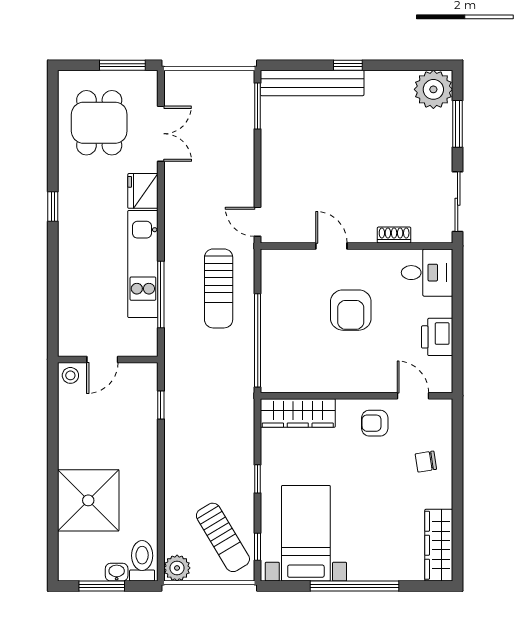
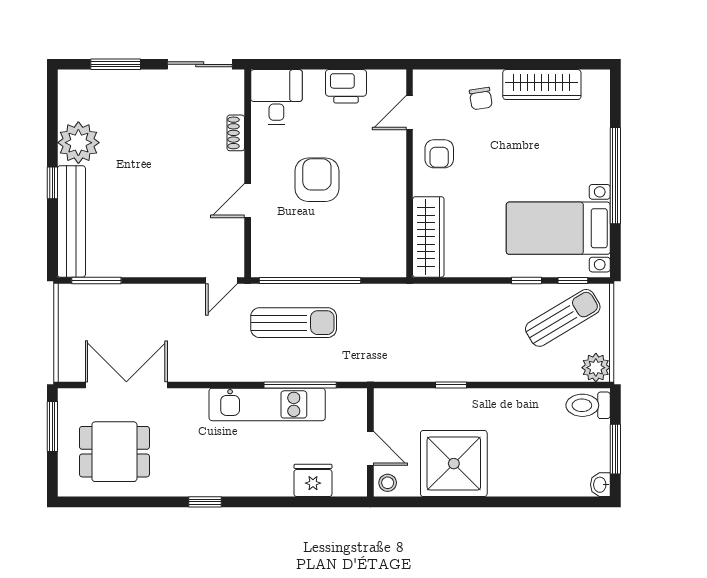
plant: (433, 89) -> (78, 143), moved
double door: (161, 134) -> (126, 385), width x1.37
fridge: (143, 191) -> (313, 480), moved, turned 180
armchair: (351, 310) -> (317, 180), turned -90
window: (258, 340) -> (310, 281), moved
window: (161, 405) -> (451, 385), moved
window: (258, 479) -> (527, 281), moved
shower: (88, 500) -> (454, 464), moved
wardrobe: (439, 545) -> (542, 85), moved
washbasin: (117, 572) -> (600, 485), moved

